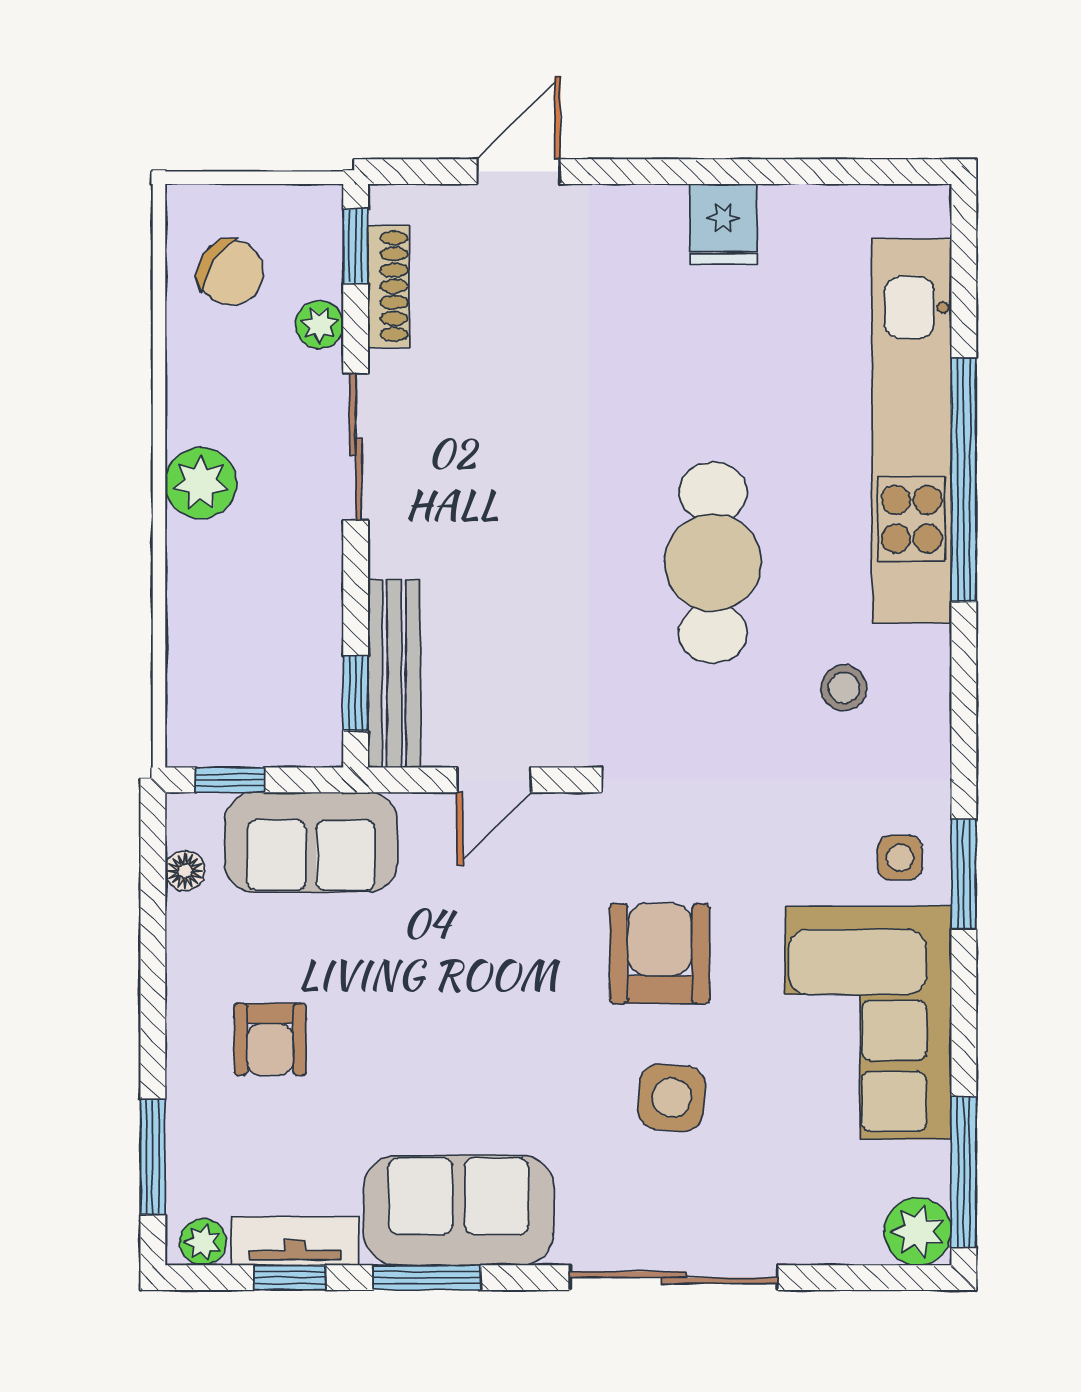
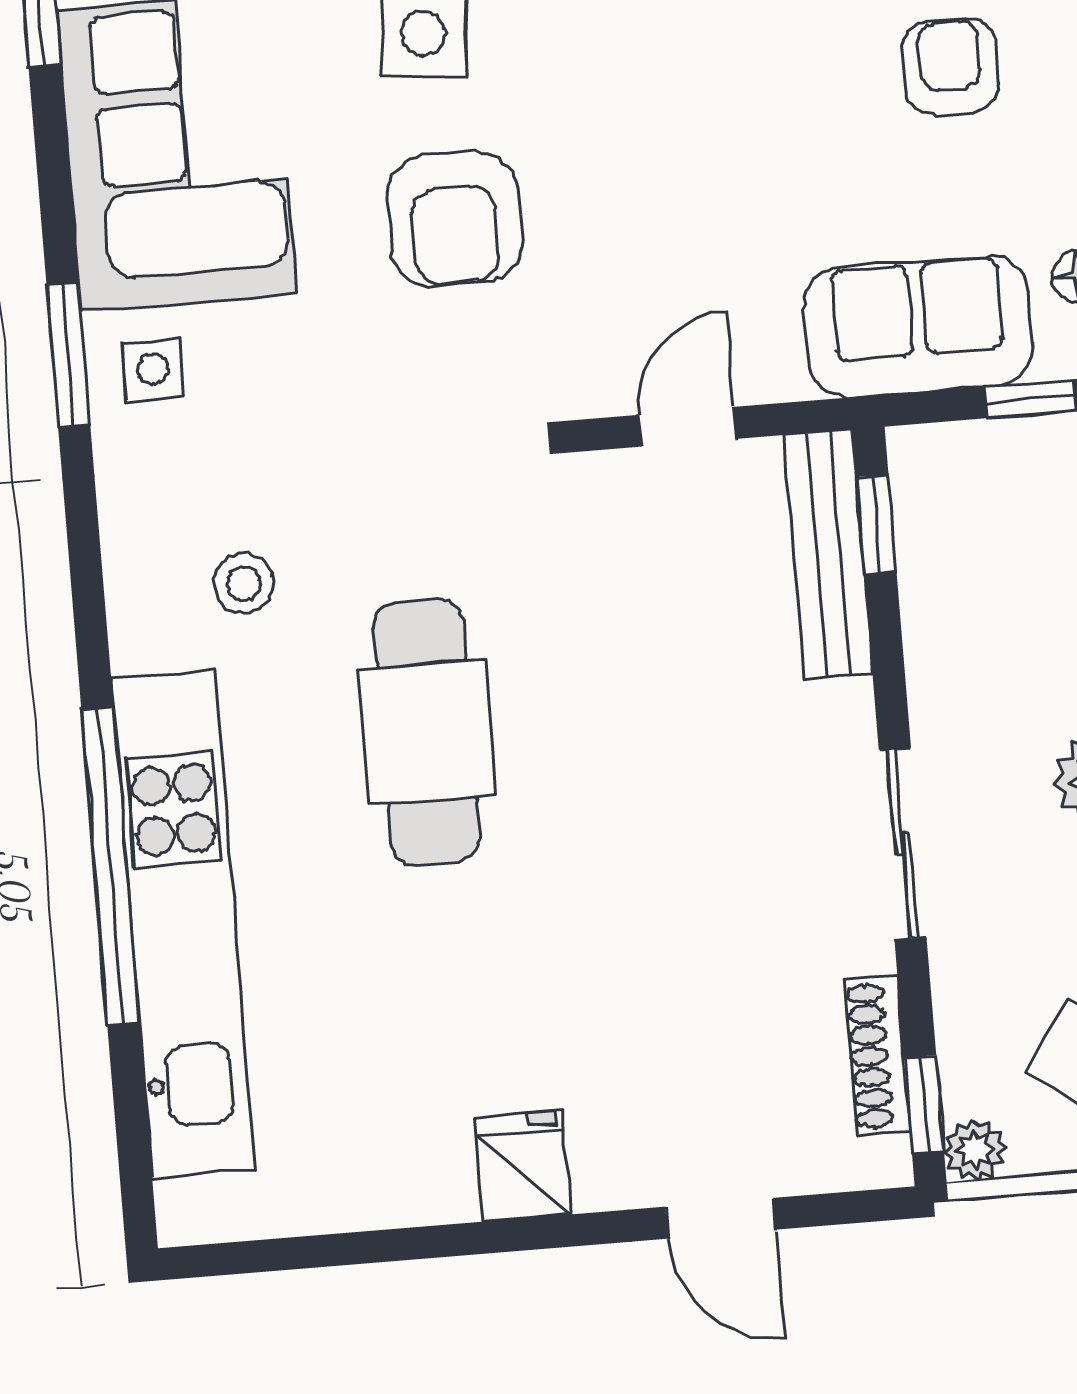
door: (519, 172) -> (721, 1218), hinge flipped
fridge: (723, 224) -> (523, 1166), moved
plant: (319, 325) -> (975, 1150), moved

